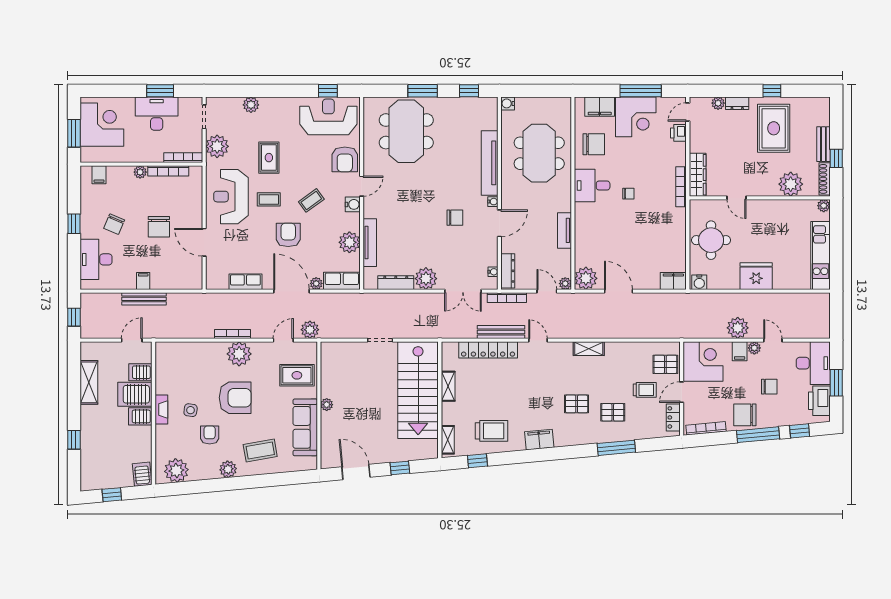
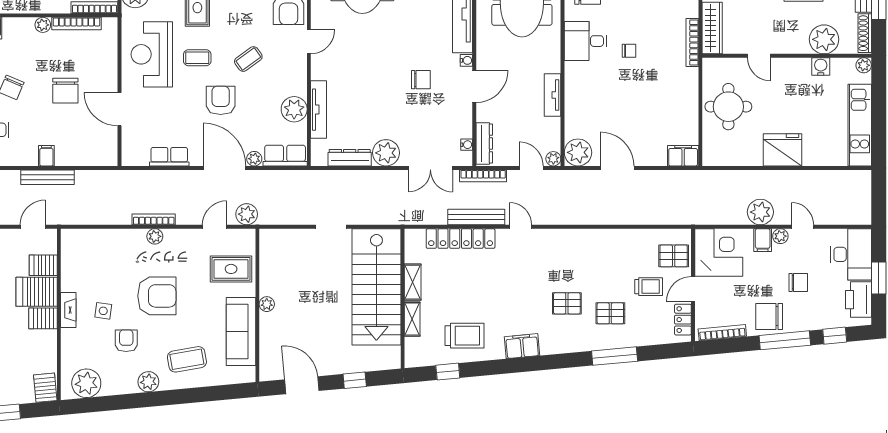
water cooler: (353, 204) -> (298, 64), removed
water cooler: (699, 282) -> (821, 67), moved, turned 180
shelving: (589, 349) -> (582, 237), removed
plant: (239, 354) -> (155, 236), width x0.53, depth x0.53
shelving: (448, 440) -> (412, 319), moved

